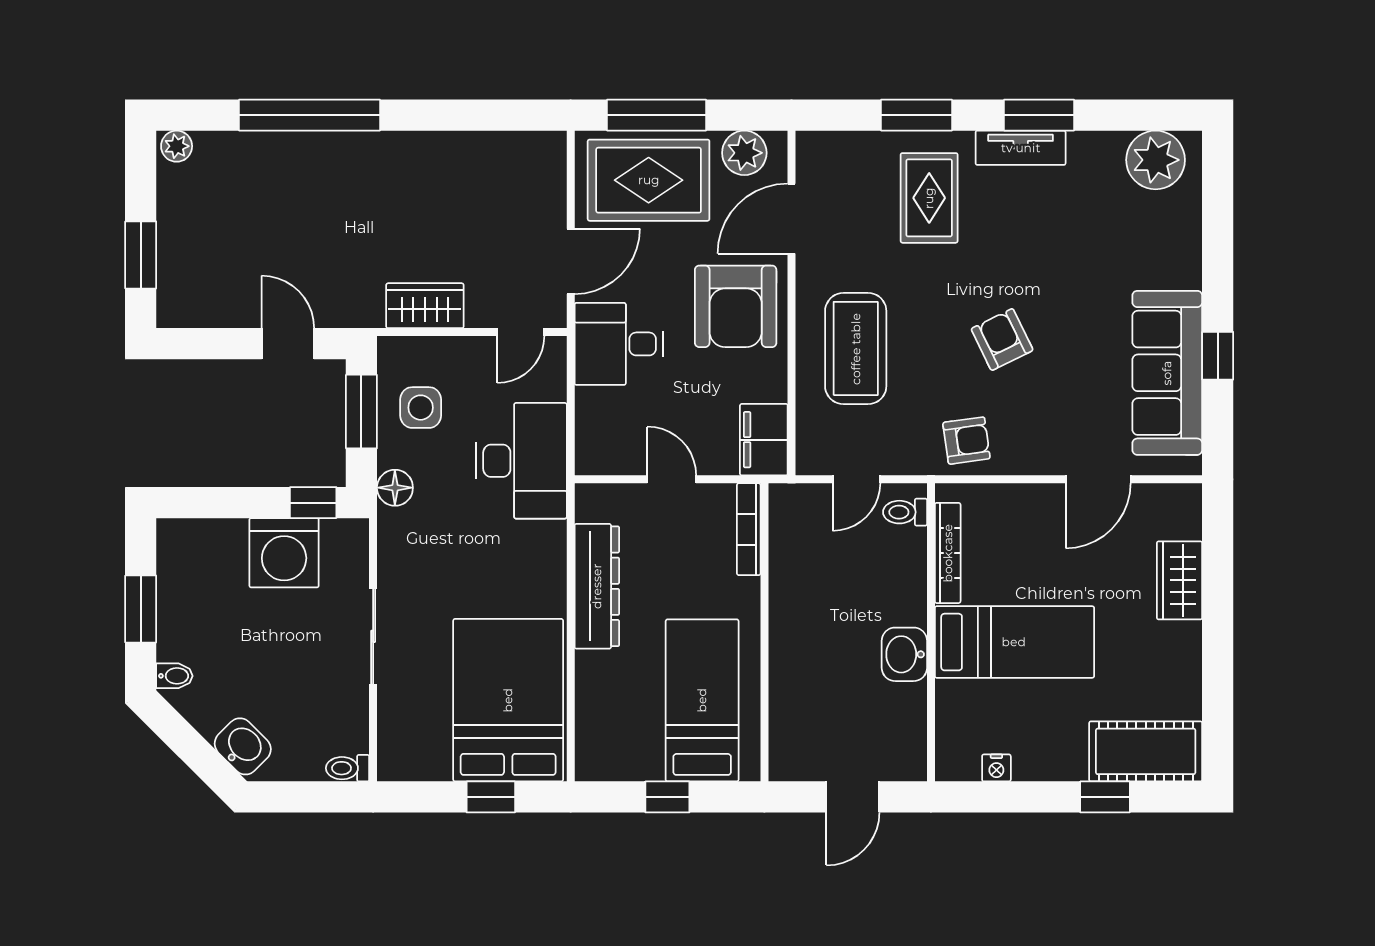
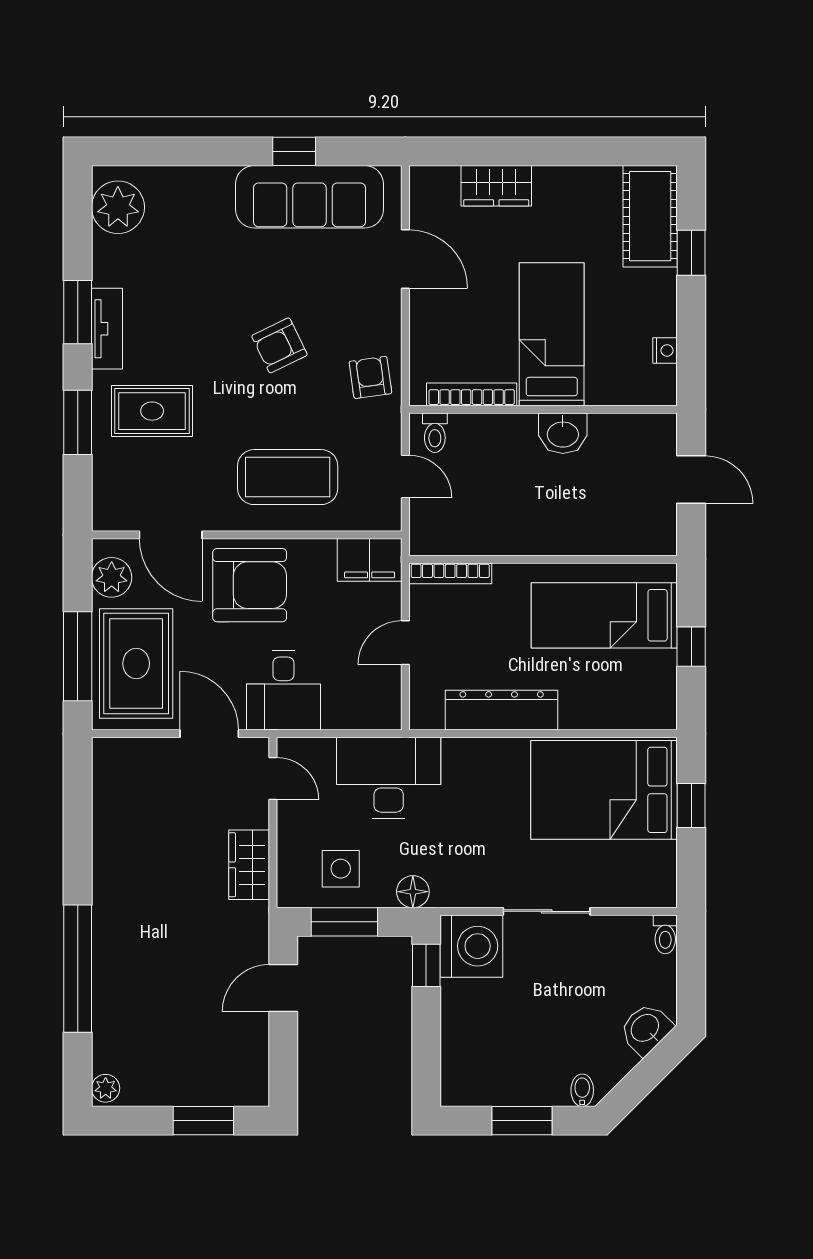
washing machine: (284, 553) -> (471, 946), moved

